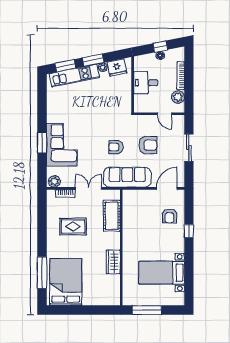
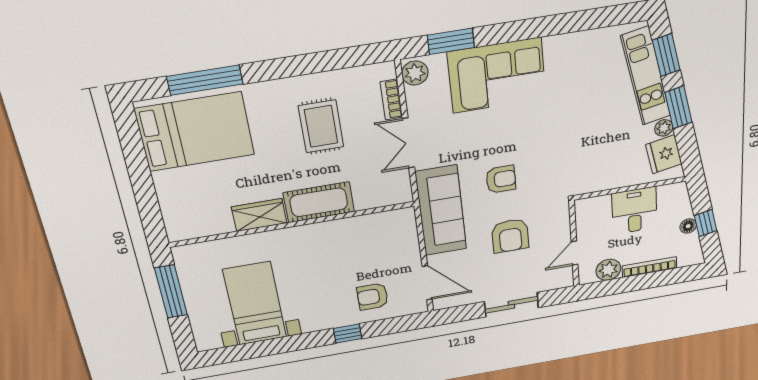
window: (42, 143) -> (451, 41), moved
armchair: (116, 147) -> (501, 179), turned 90
double door: (89, 188) -> (408, 143), swing flipped
cot: (112, 216) -> (319, 202), moved

